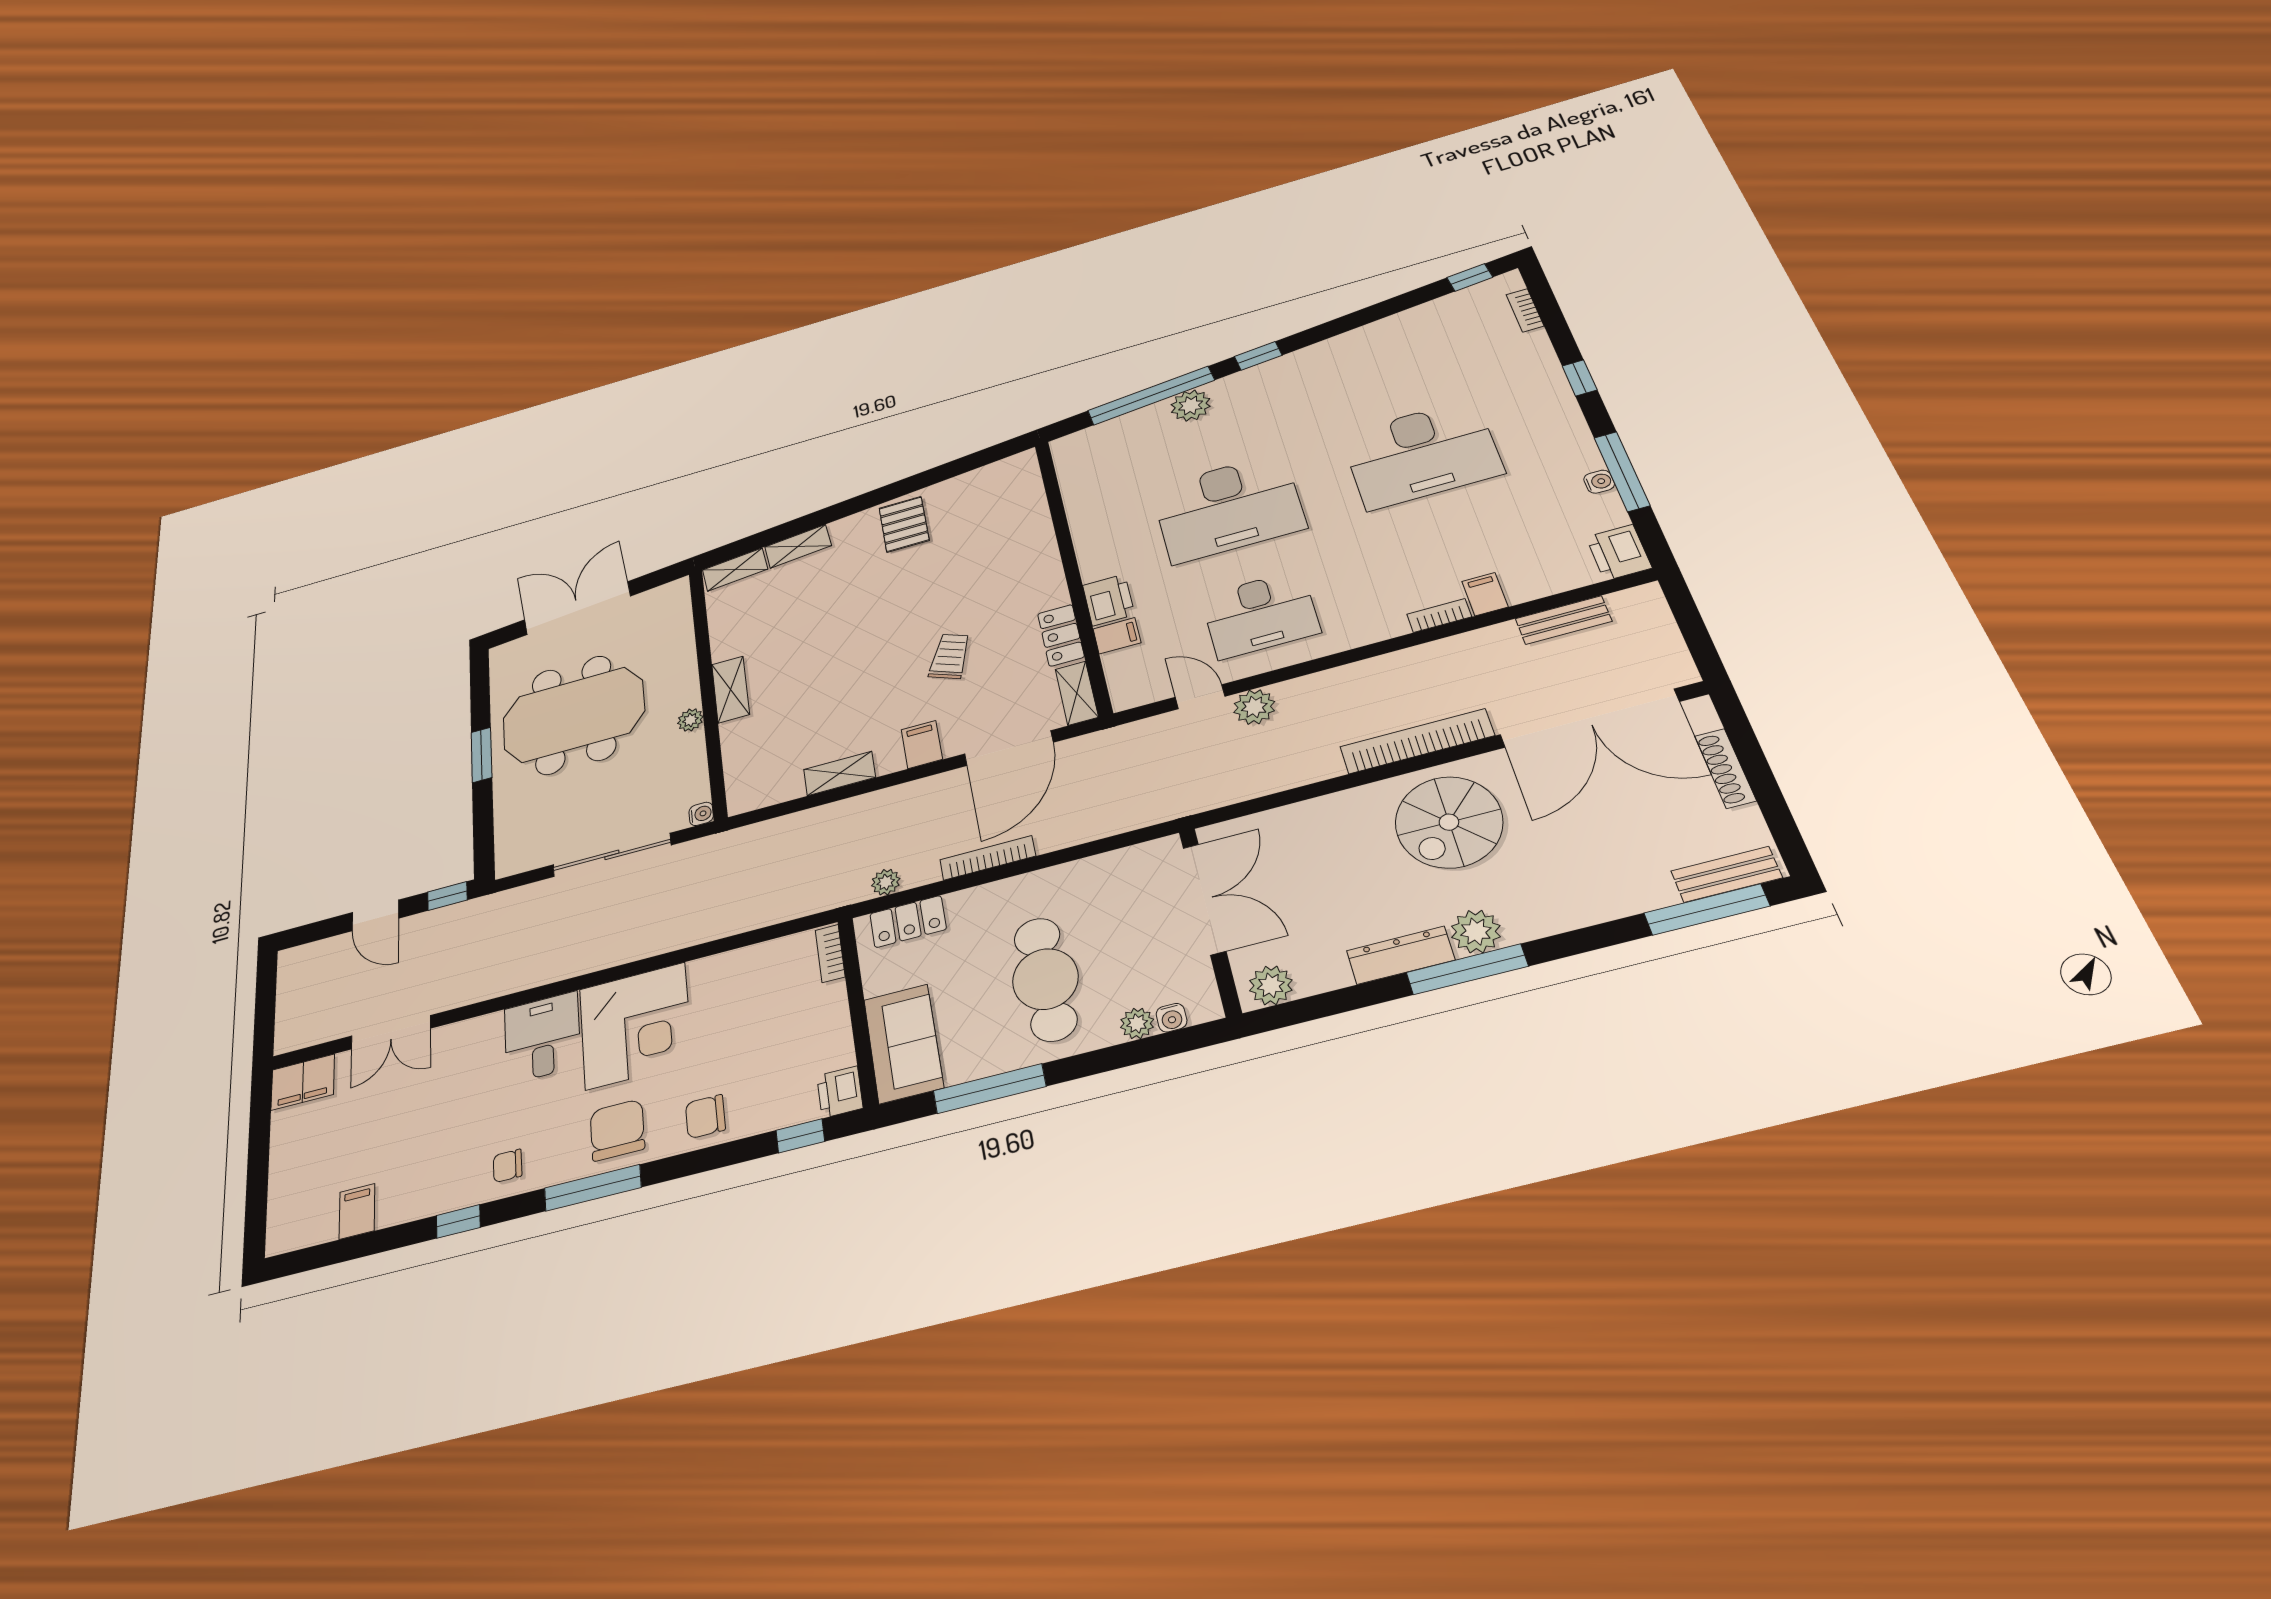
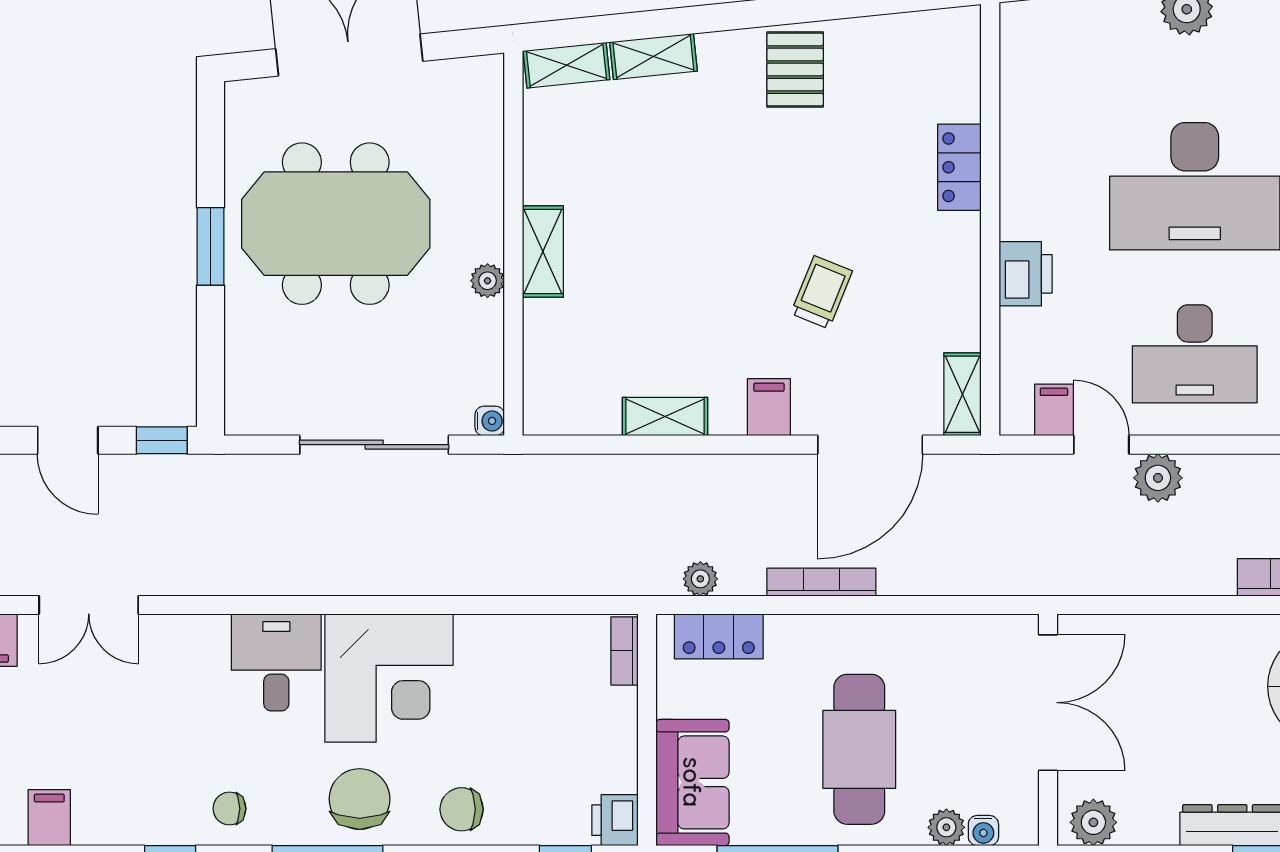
locker: (1061, 635) -> (959, 167), moved
filing cabinet: (1117, 636) -> (1054, 410), moved, turned -90

